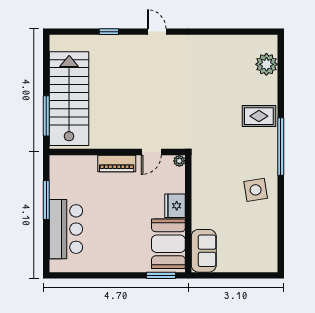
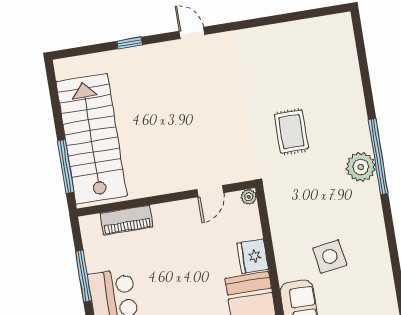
plant: (266, 64) -> (361, 167), moved
rug: (259, 116) -> (291, 132), moved, turned 90
piano: (117, 164) -> (126, 220), moved
side table: (256, 190) -> (330, 256), moved

